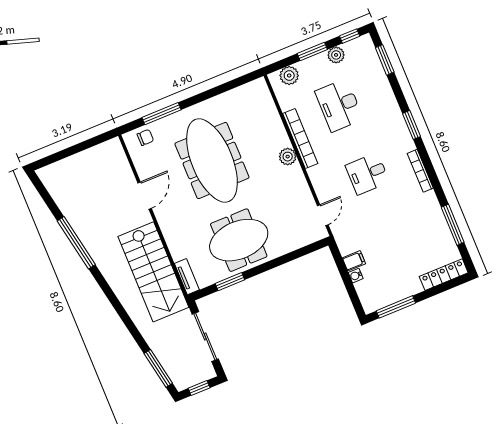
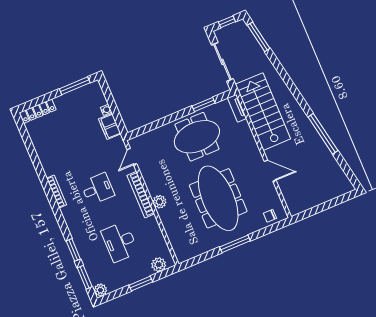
window: (350, 36) -> (112, 296), removed
plant: (336, 55) -> (100, 290), moved
desk: (339, 105) -> (120, 242), turned 180
window: (162, 114) -> (235, 244), moved
window: (412, 125) -> (73, 250), moved
bookcase: (300, 138) -> (141, 195), moved
door: (145, 196) -> (270, 171), swing flipped
window: (453, 225) -> (31, 150), removed
filing cabinet: (354, 261) -> (110, 126), width x2.00

